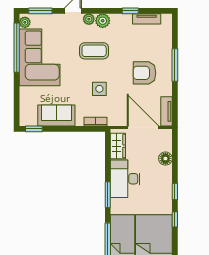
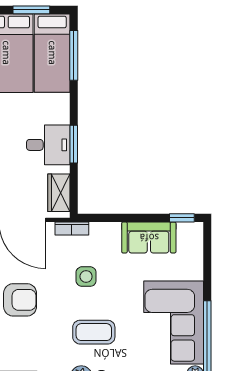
bookcase: (96, 122) -> (72, 229), moved
desk: (125, 179) -> (48, 145), width x0.73
window: (108, 195) -> (74, 144), moved

